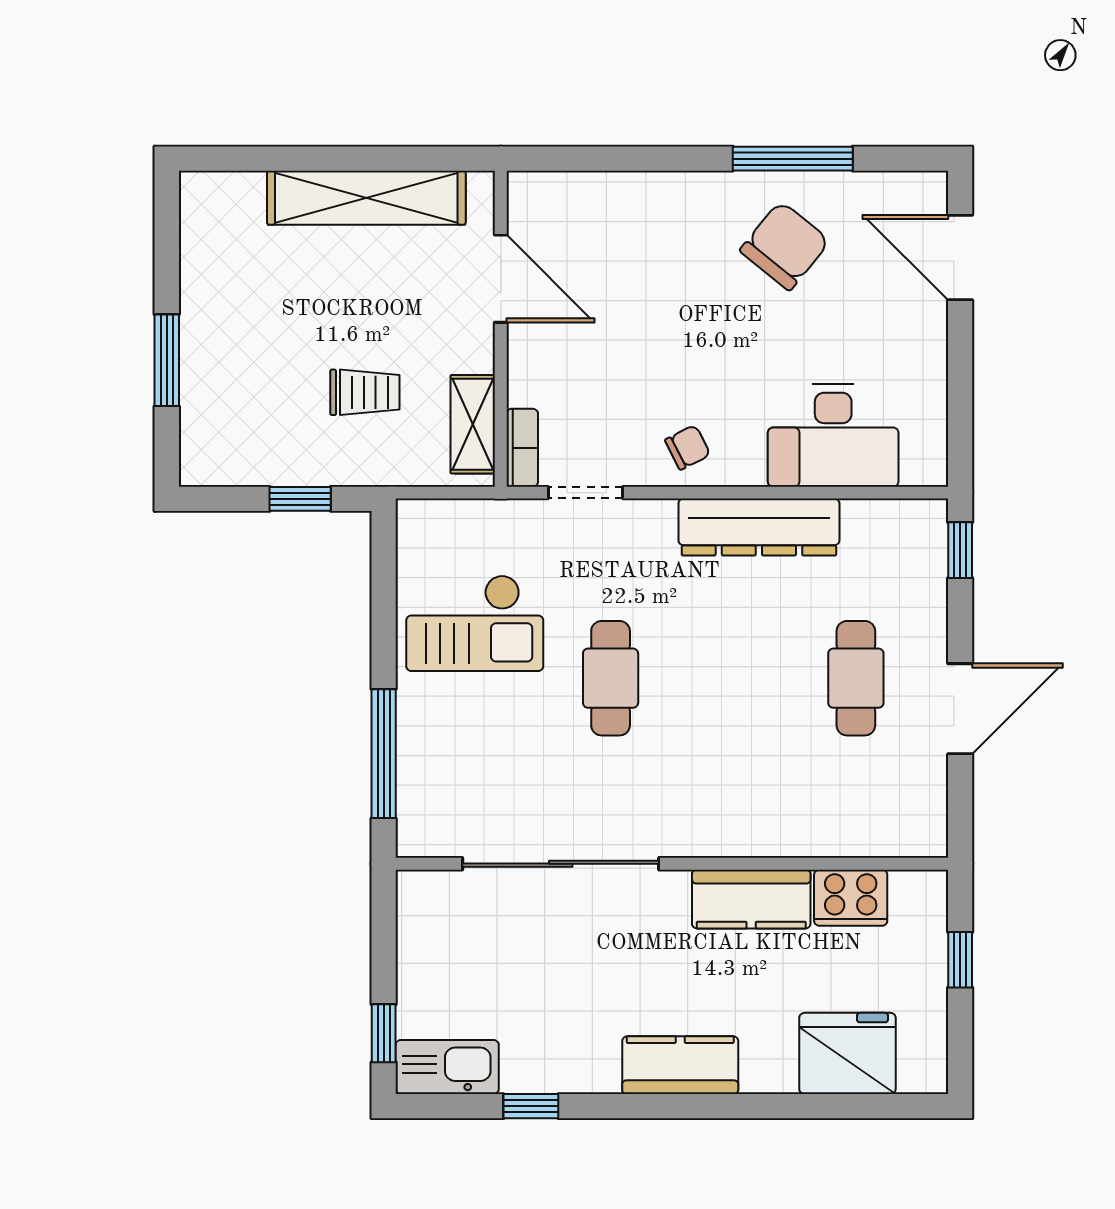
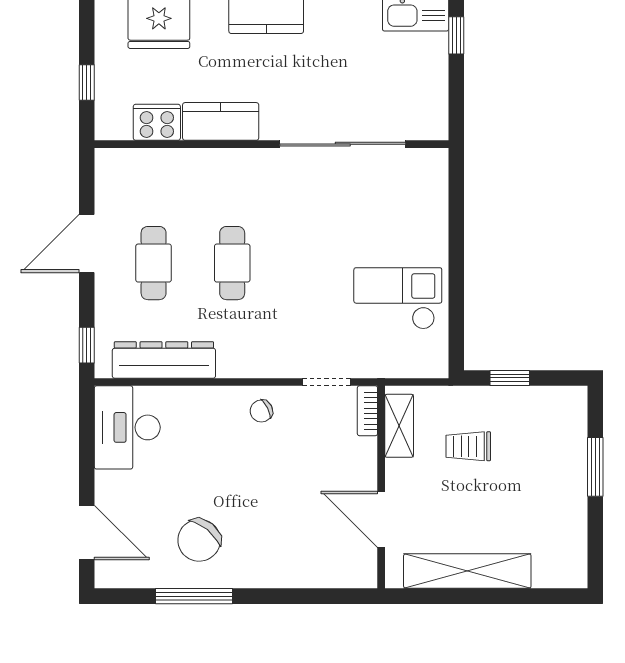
desk: (833, 436) -> (127, 427), moved, turned -90
dresser: (759, 527) -> (164, 360), moved
cafe table: (611, 678) -> (232, 263), moved
window: (384, 754) -> (456, 215), removed

